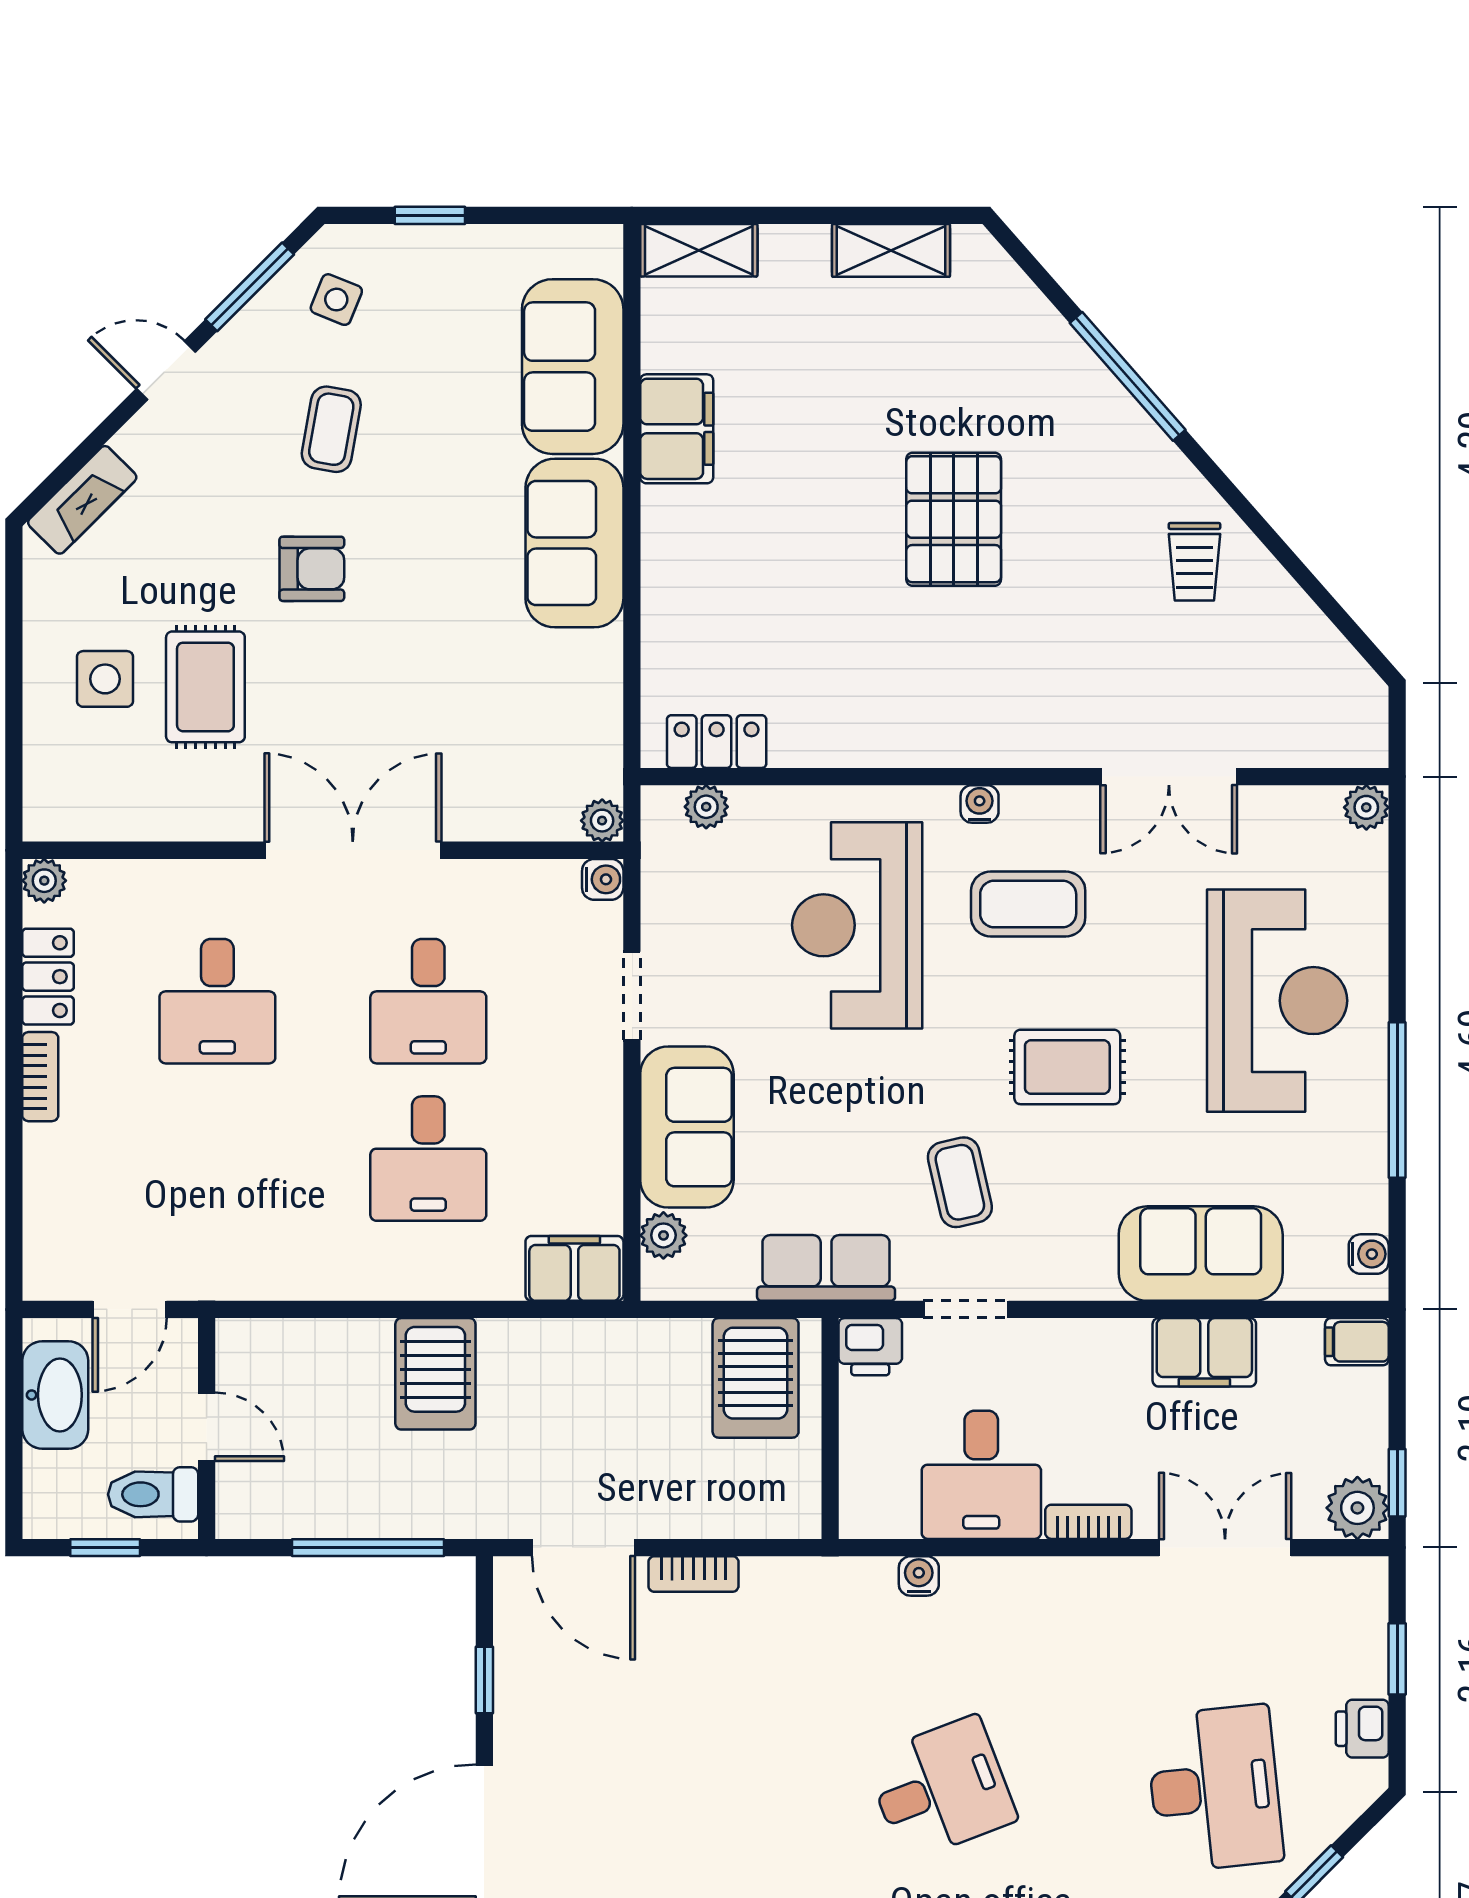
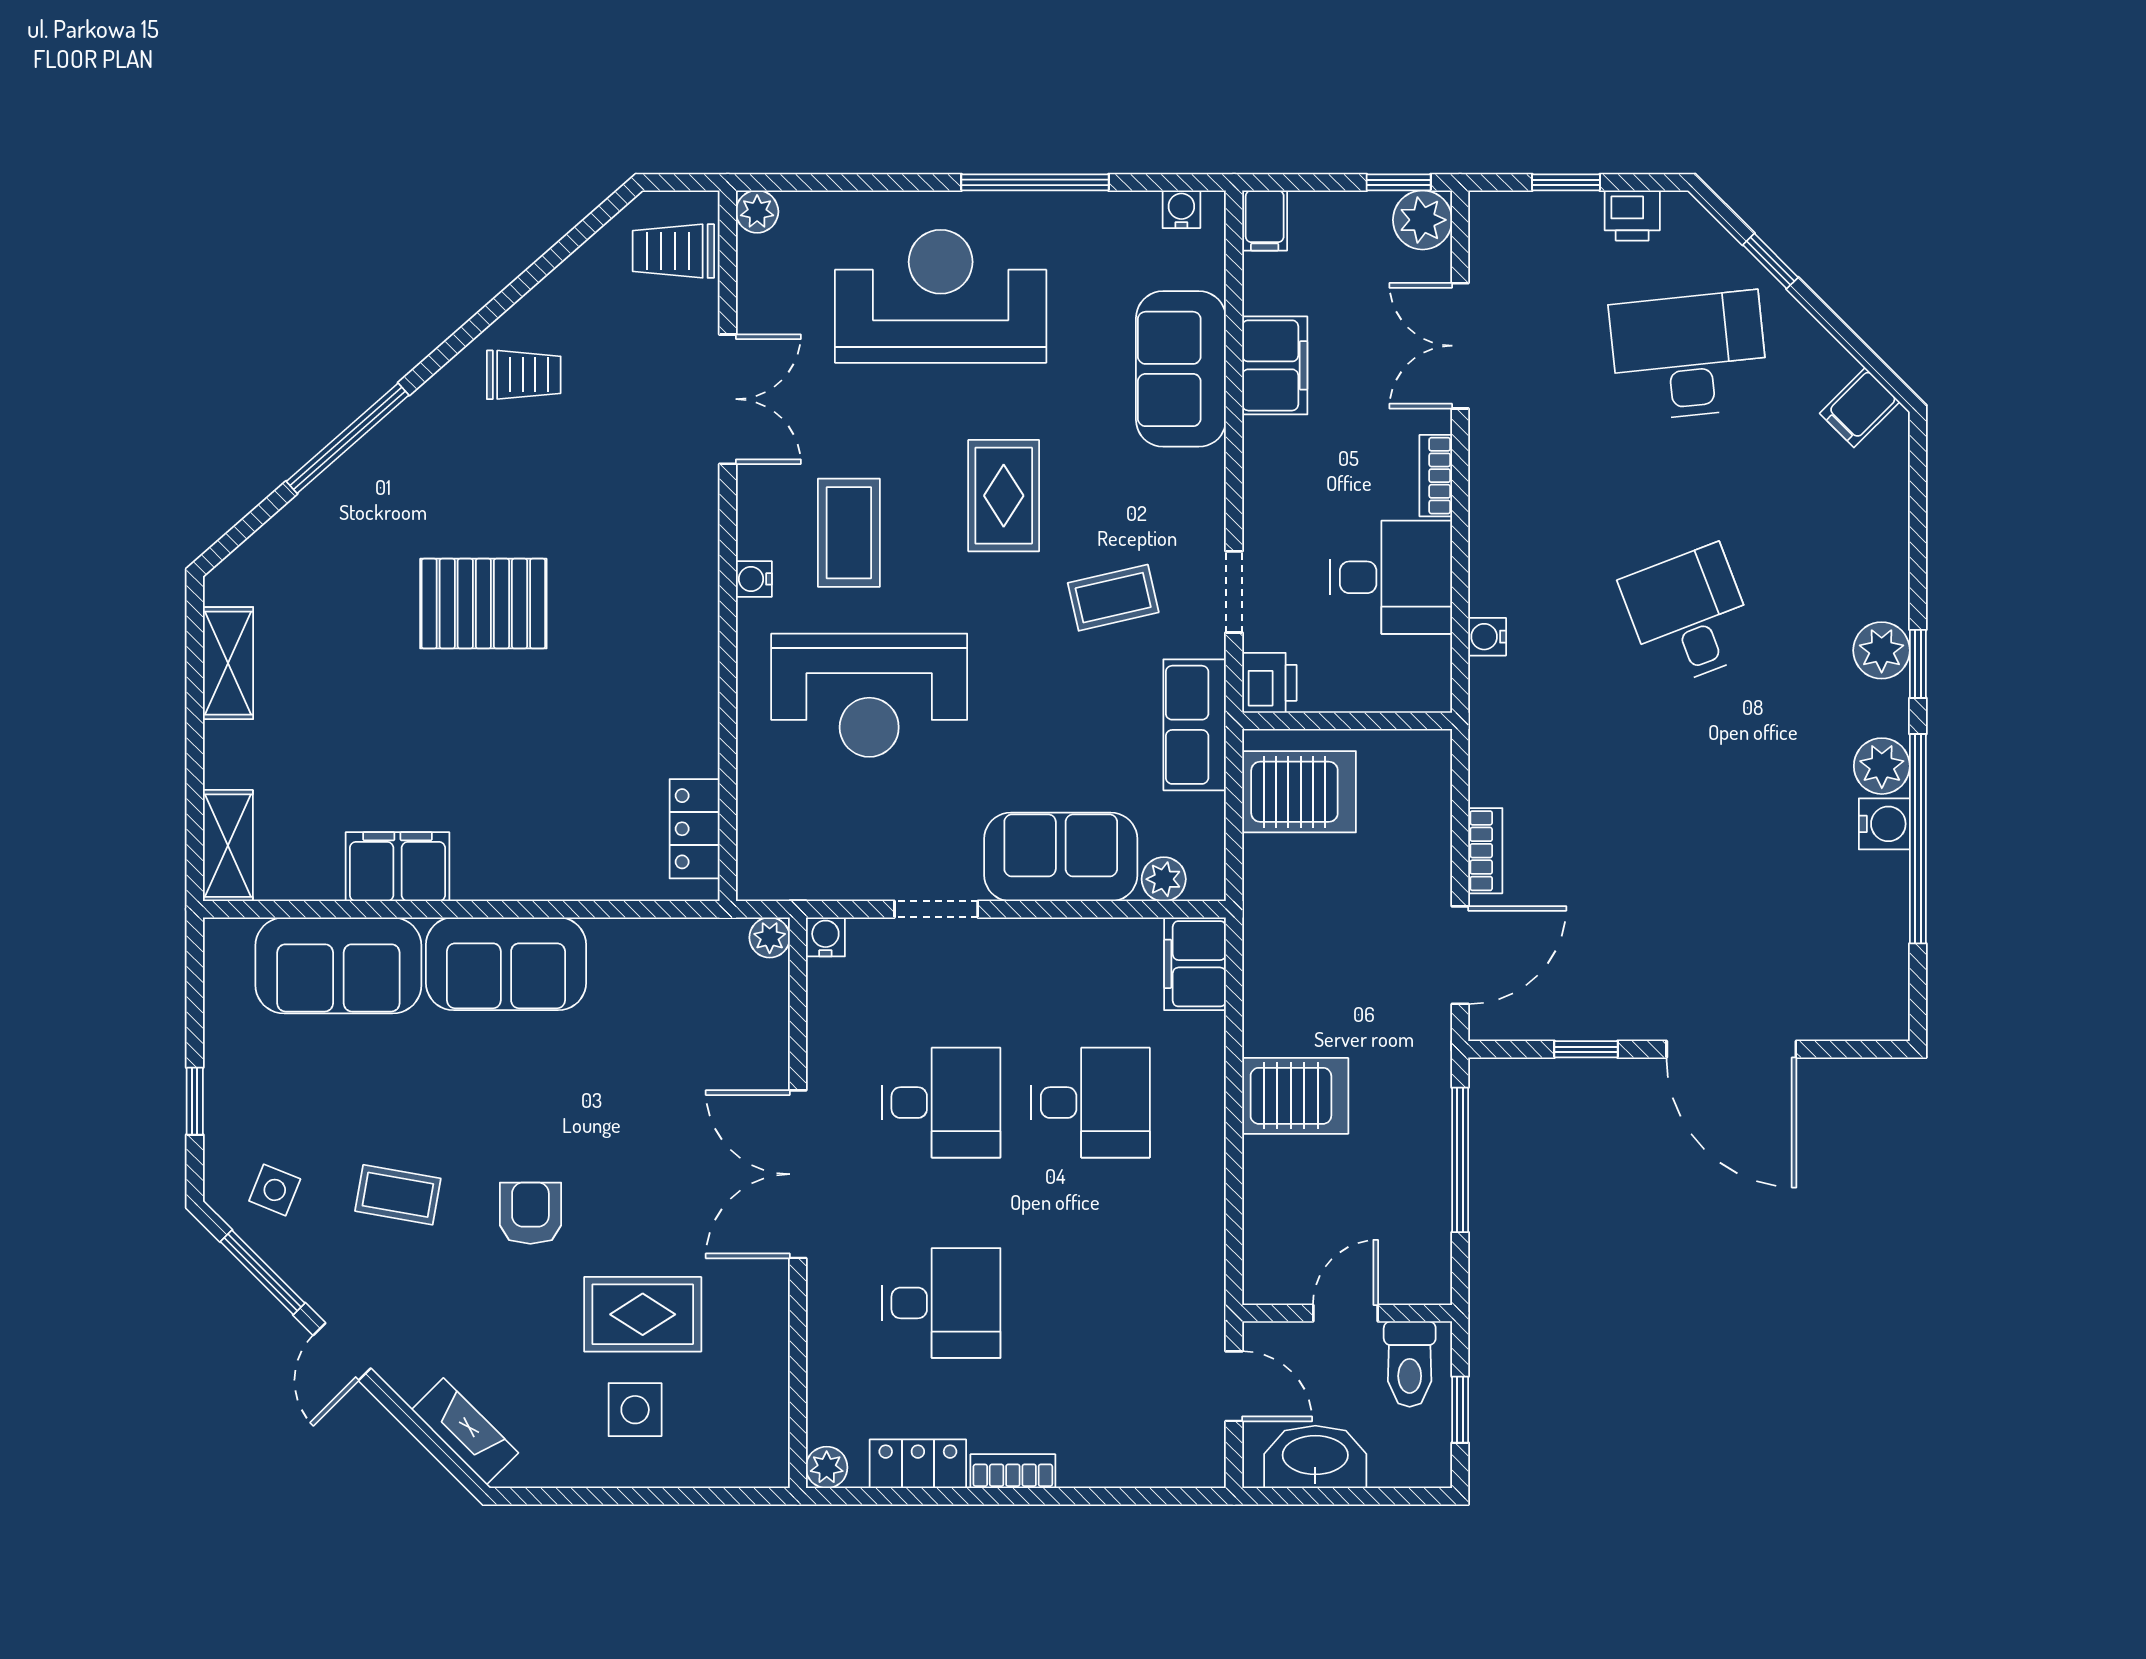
trolley: (1325, 719) -> (673, 251), added
plant: (706, 807) -> (757, 839), removed

